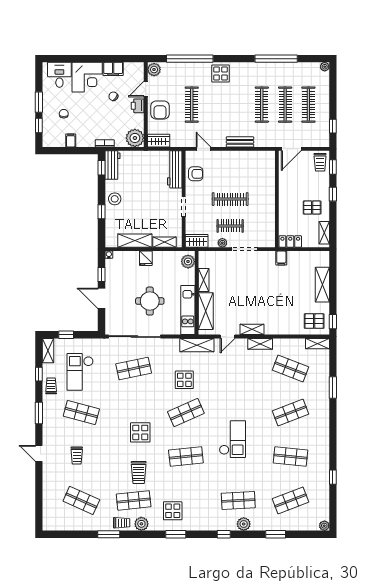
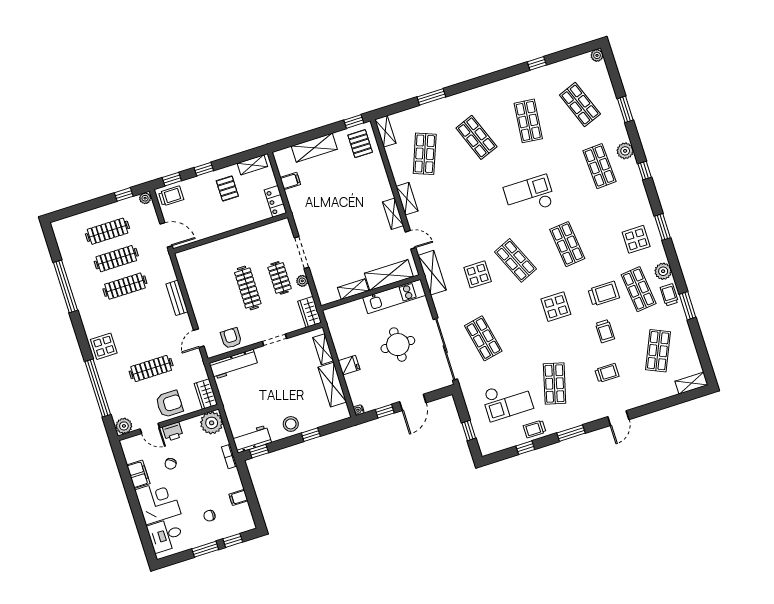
plant: (325, 67) -> (145, 198), moved
filing cabinet: (281, 258) -> (290, 181), moved
plant: (188, 262) -> (337, 314), removed
shelving: (48, 351) -> (691, 383), moved
trolley: (109, 464) -> (605, 331), added

